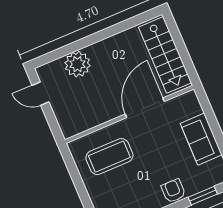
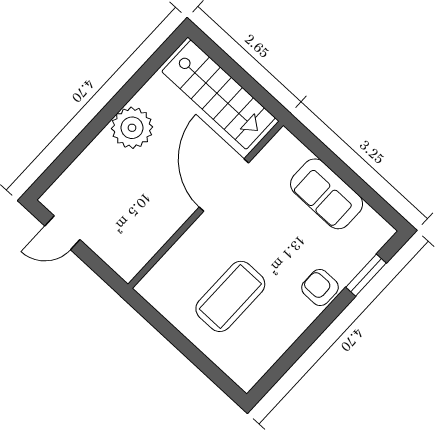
plant: (77, 64) -> (132, 128), moved
coffee table: (109, 157) -> (230, 296), moved

